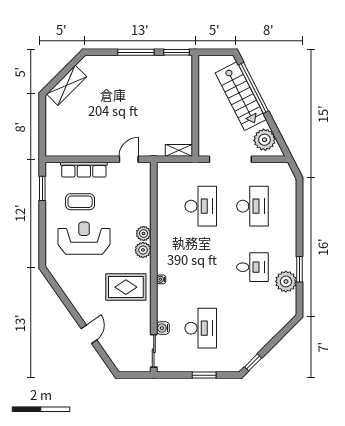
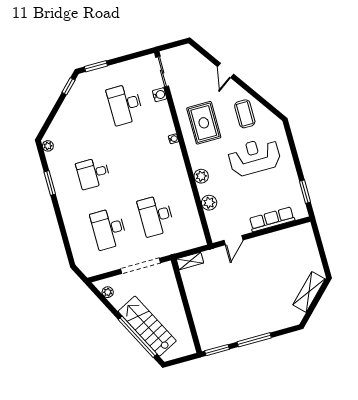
plant: (265, 140) -> (108, 292), width x0.53, depth x0.53
coffee table: (80, 202) -> (245, 114), moved, turned 90
reception desk: (84, 238) -> (254, 157), turned 180
plant: (143, 250) -> (209, 203), moved
plant: (286, 282) -> (48, 146), moved, width x0.53, depth x0.53
rug: (126, 287) -> (204, 123), turned 90
window: (204, 375) -> (96, 66), moved

